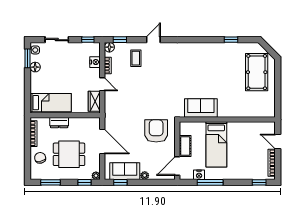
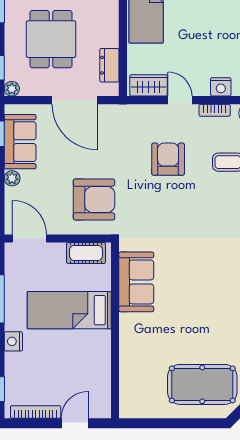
door: (102, 84) -> (180, 100), swing flipped
armchair: (134, 91) -> (168, 159), added
dresser: (59, 123) -> (109, 65), moved
door: (102, 141) -> (75, 100), hinge flipped
cot: (185, 146) -> (86, 253), moved
nightstand: (199, 175) -> (13, 341), moved

